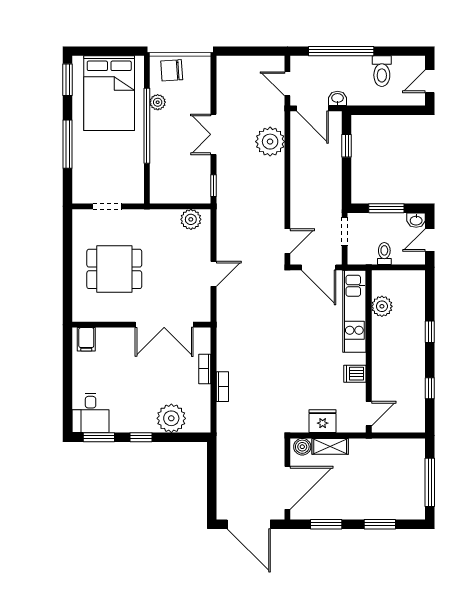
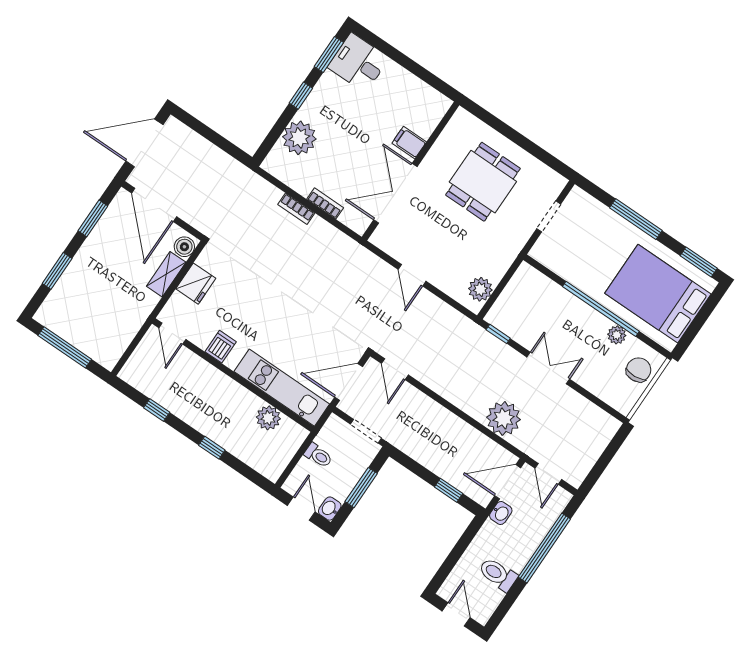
door: (287, 84) -> (548, 474), swing flipped
filing cabinet: (86, 339) -> (409, 143), moved

